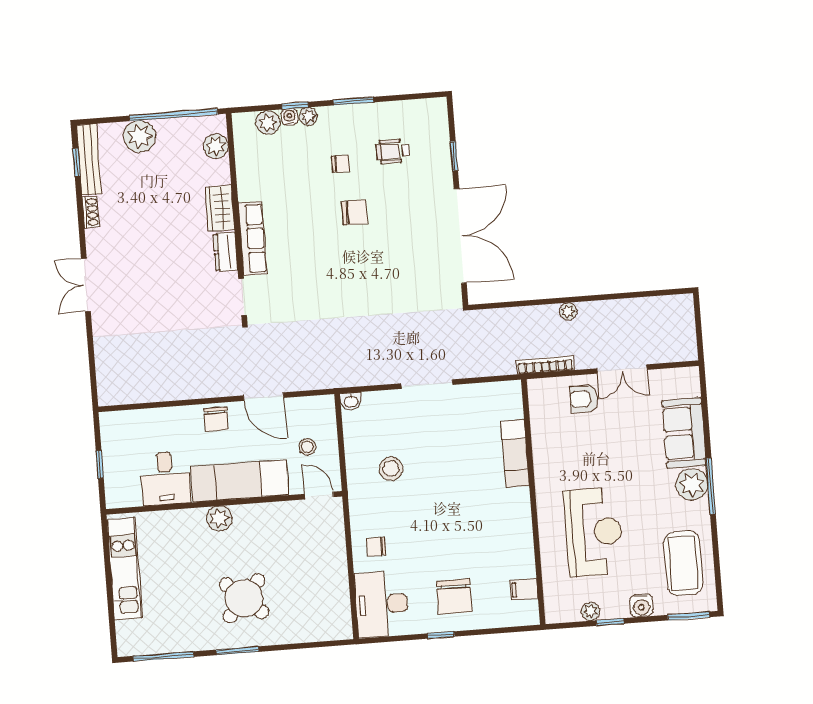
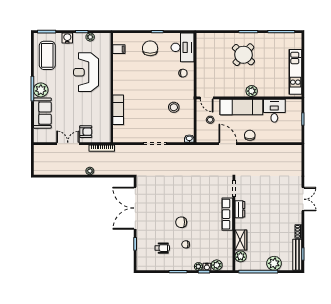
wardrobe: (220, 208) -> (241, 240), moved

